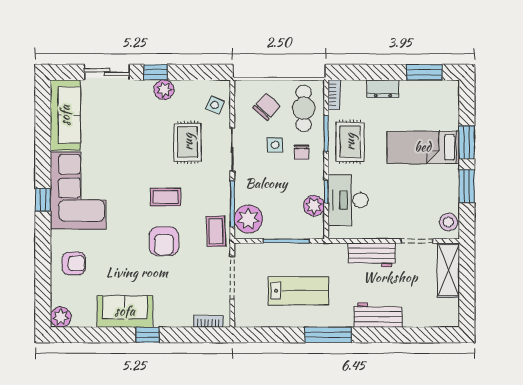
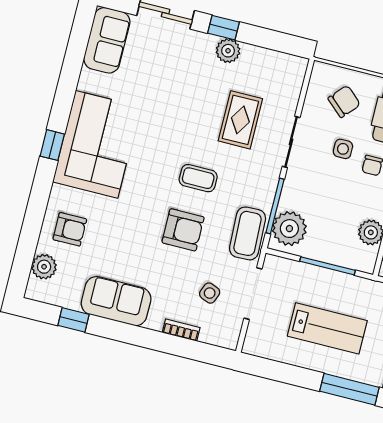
side table: (215, 105) -> (210, 293), moved
sofa: (65, 115) -> (107, 40), width x0.73
coffee table: (216, 231) -> (248, 233), width x1.36, depth x1.30
armchair: (164, 241) -> (183, 230), turned -90
plant: (61, 317) -> (44, 267), moved
bookcase: (208, 321) -> (181, 330), moved
window: (148, 335) -> (73, 320), moved

